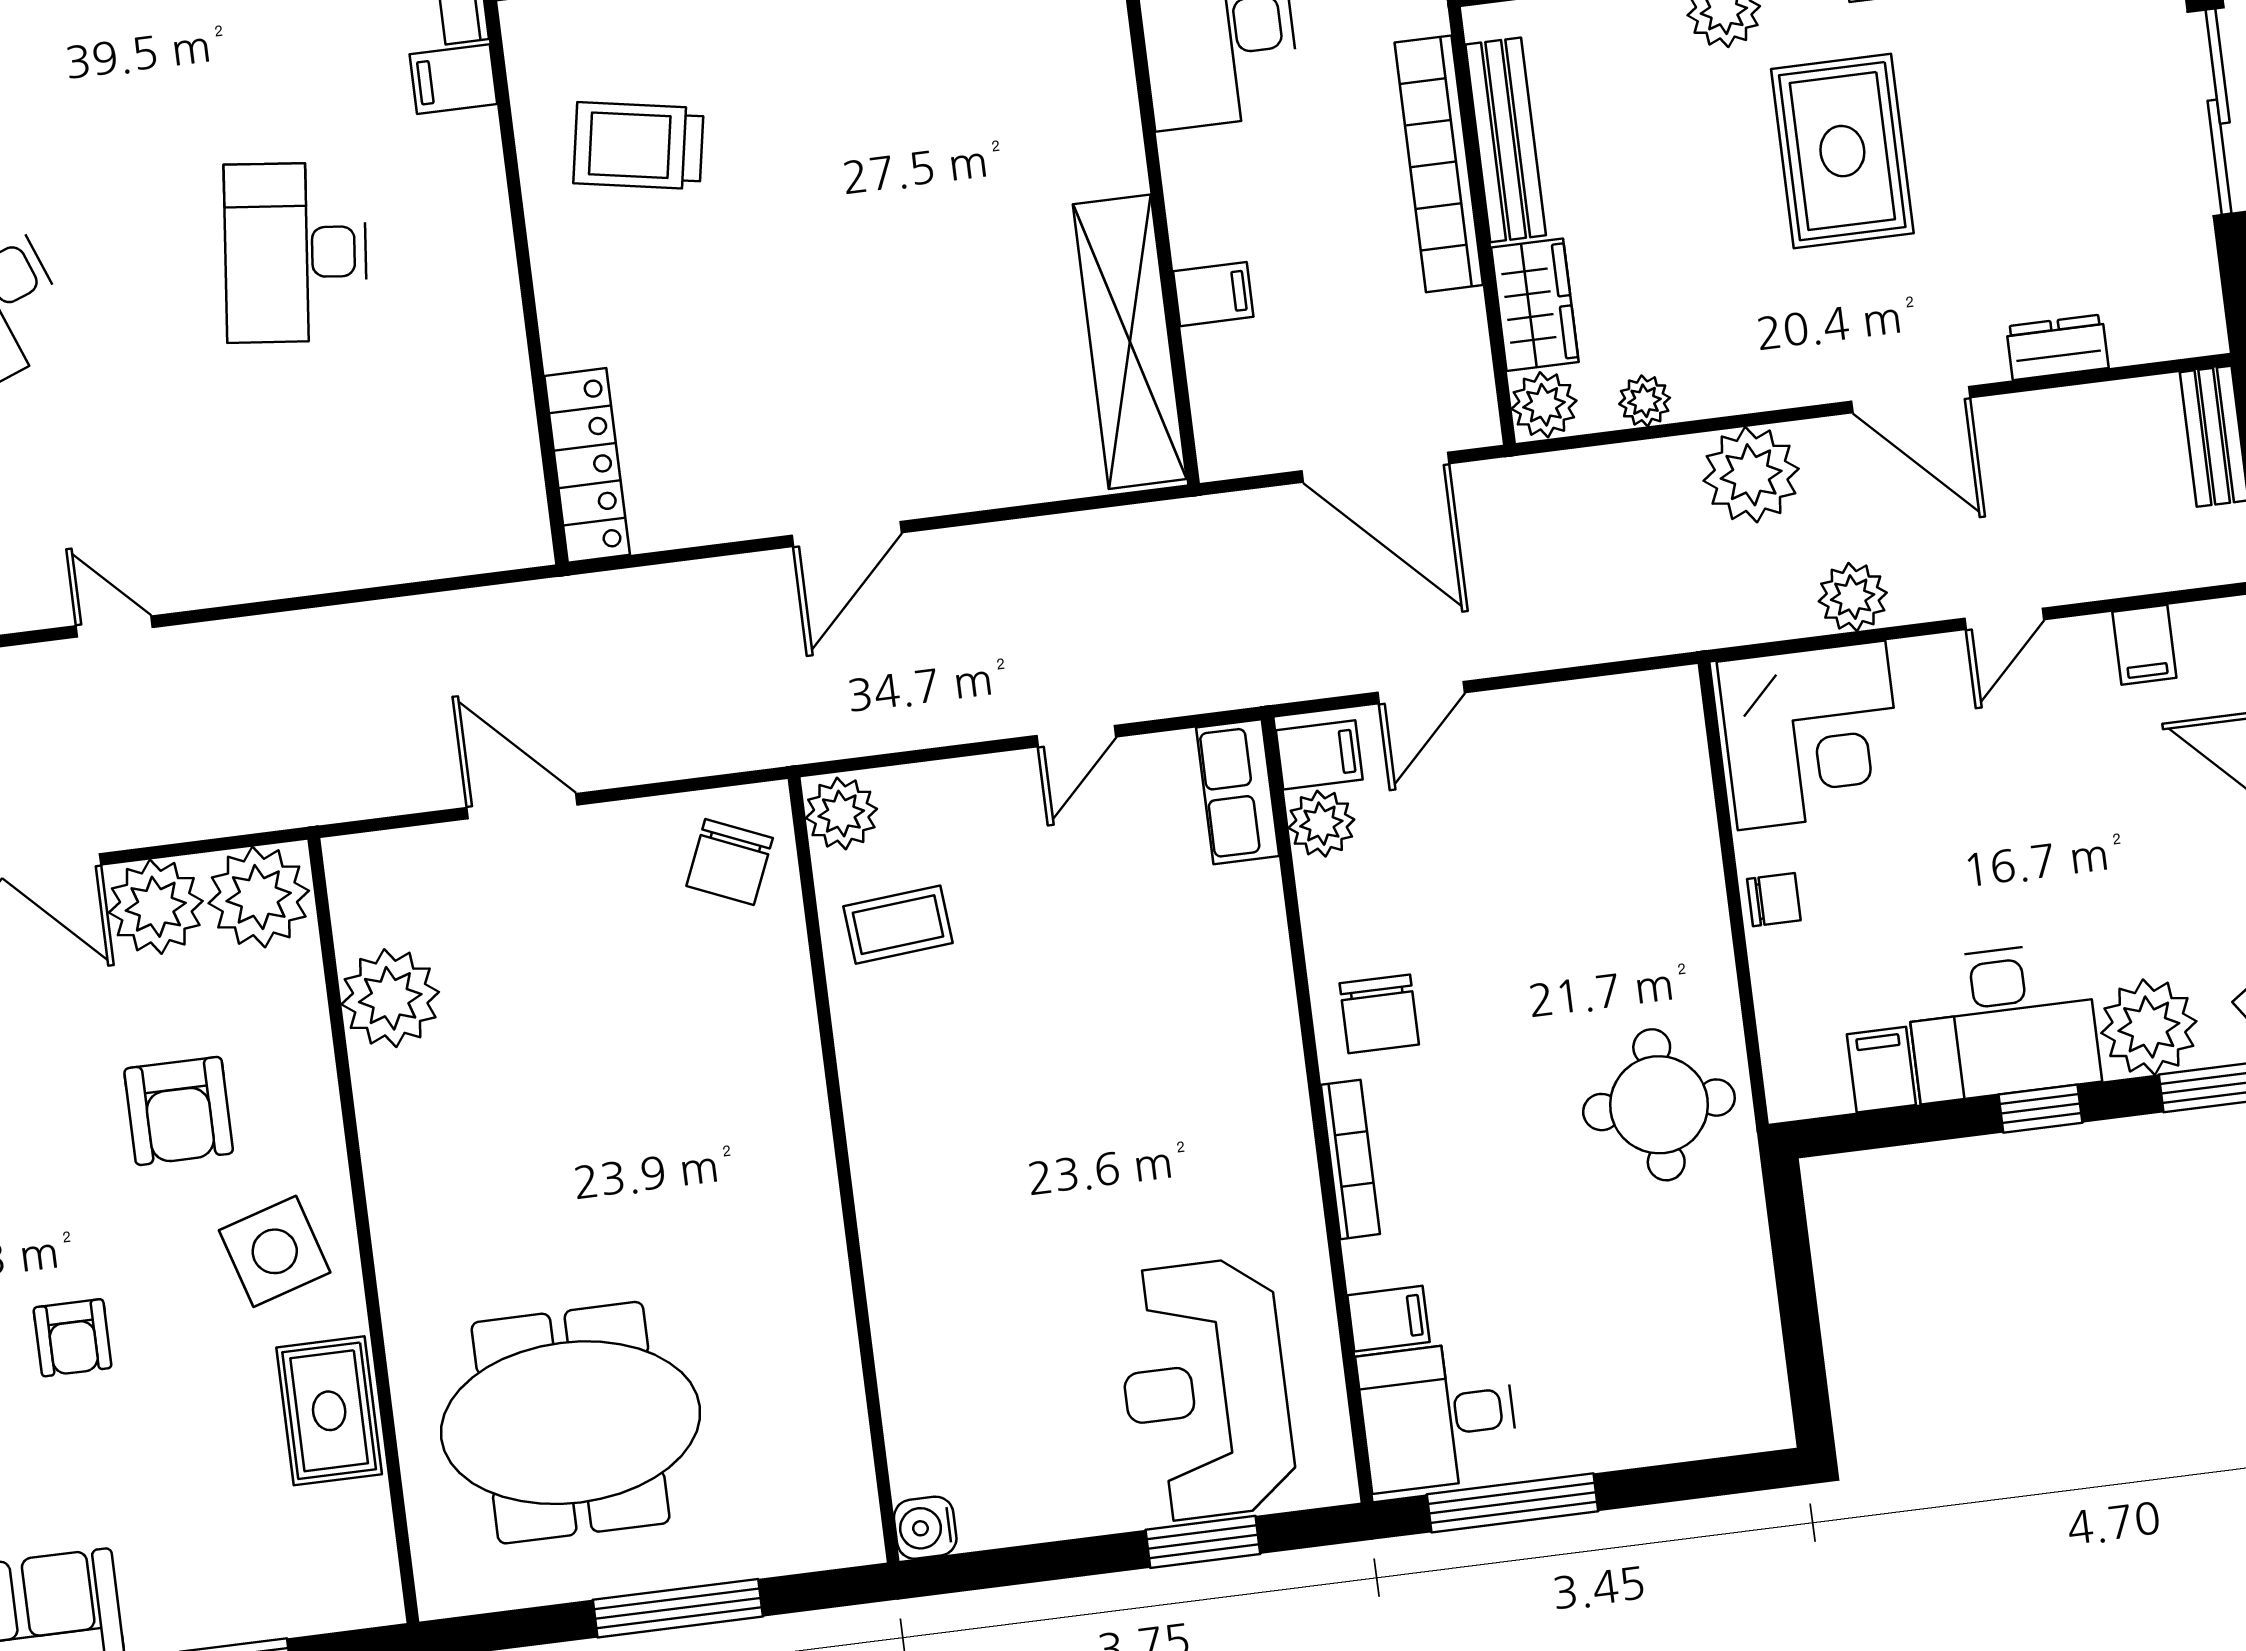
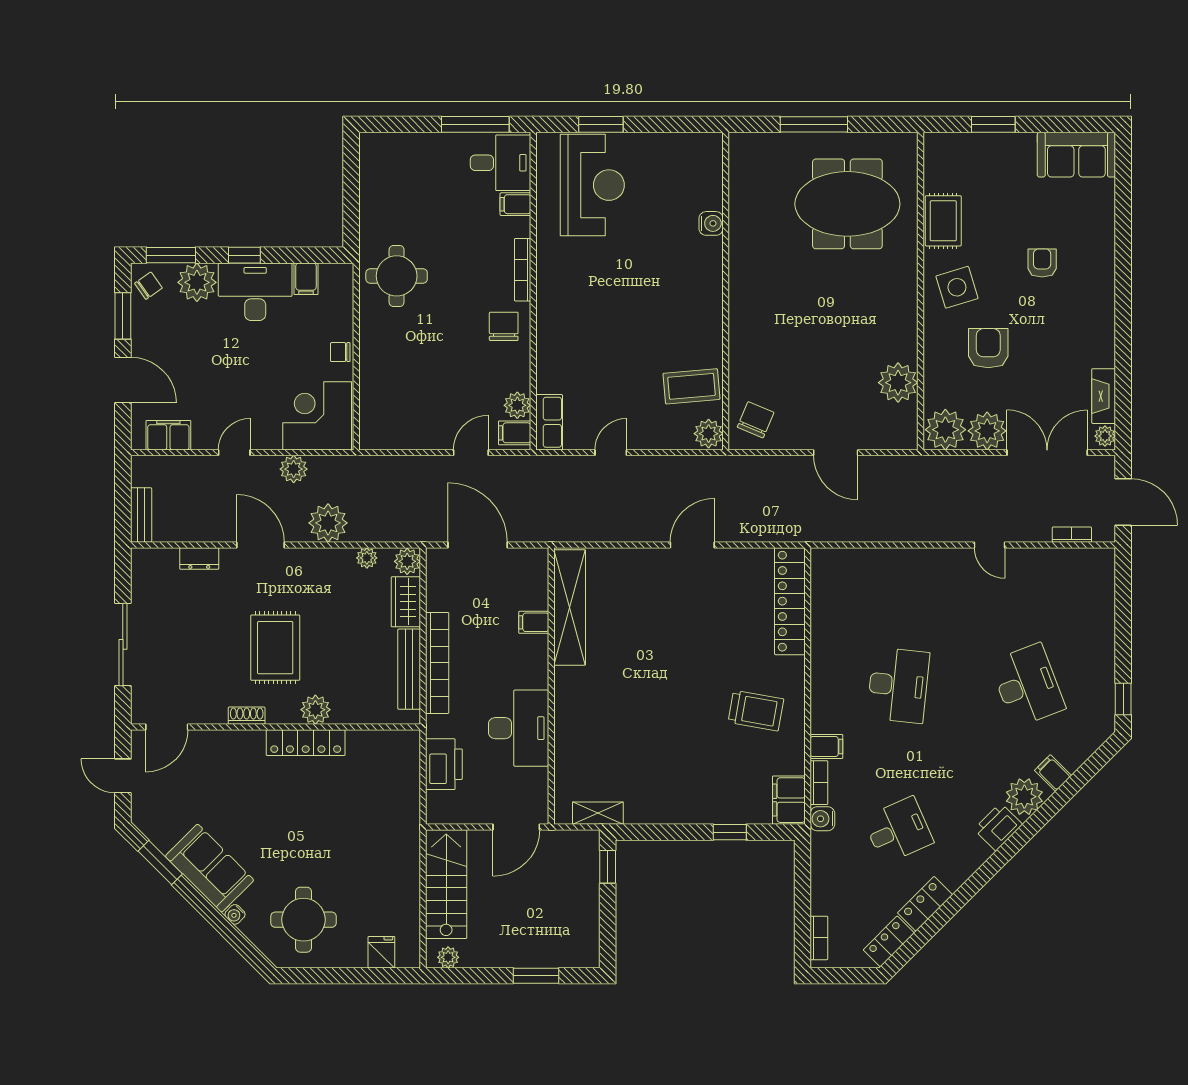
locker: (587, 465) -> (790, 601), width x1.41, depth x1.21
filing cabinet: (2144, 645) -> (168, 435), width x2.00
coffee table: (898, 925) -> (691, 386), width x1.36, depth x1.30
water cooler: (925, 1528) -> (711, 223), moved

